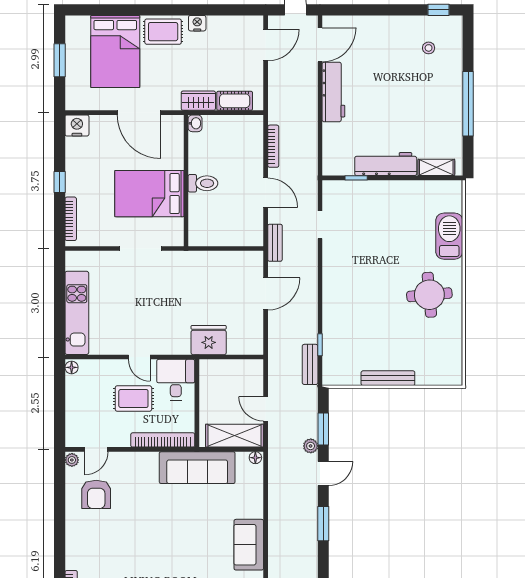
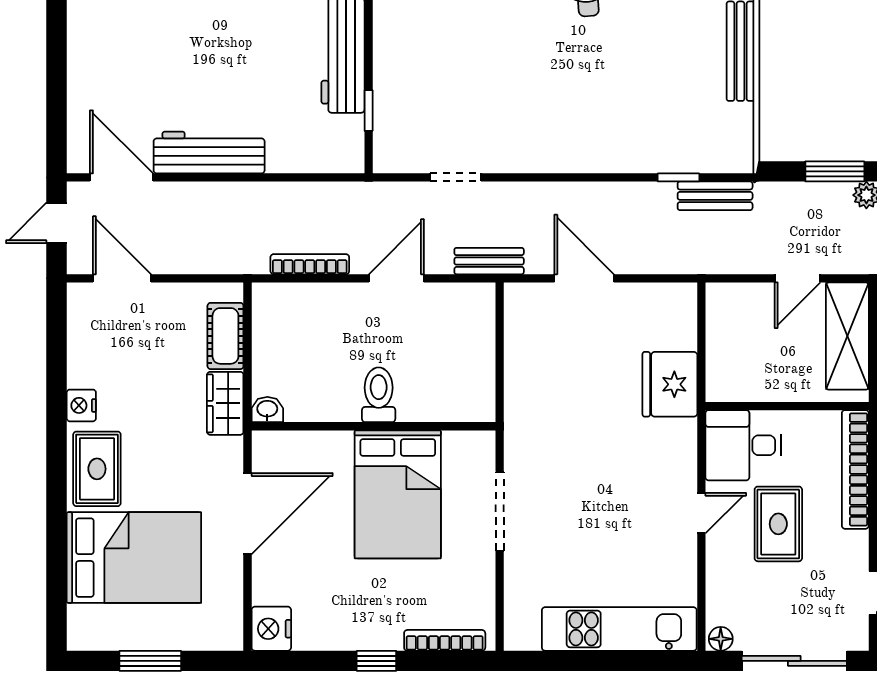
sliding door: (60, 407) -> (794, 661), added

